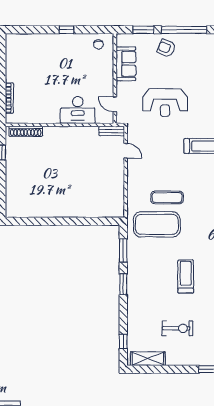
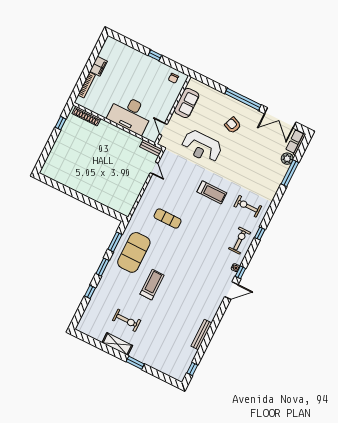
window: (143, 30) -> (212, 84), removed
armchair: (166, 48) -> (233, 125), moved
filing cabinet: (12, 72) -> (99, 66), added
desk: (78, 110) -> (130, 114), width x1.36, depth x1.30
exercise mat: (157, 224) -> (134, 252), moved, turned 90
window: (123, 341) -> (90, 292), moved
shelving: (148, 359) -> (117, 344), moved

